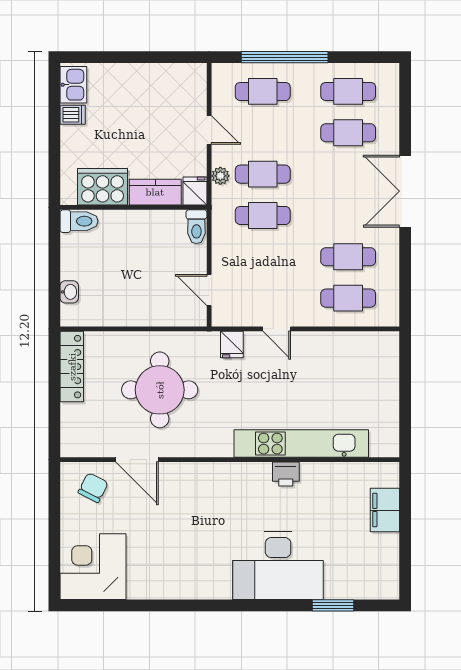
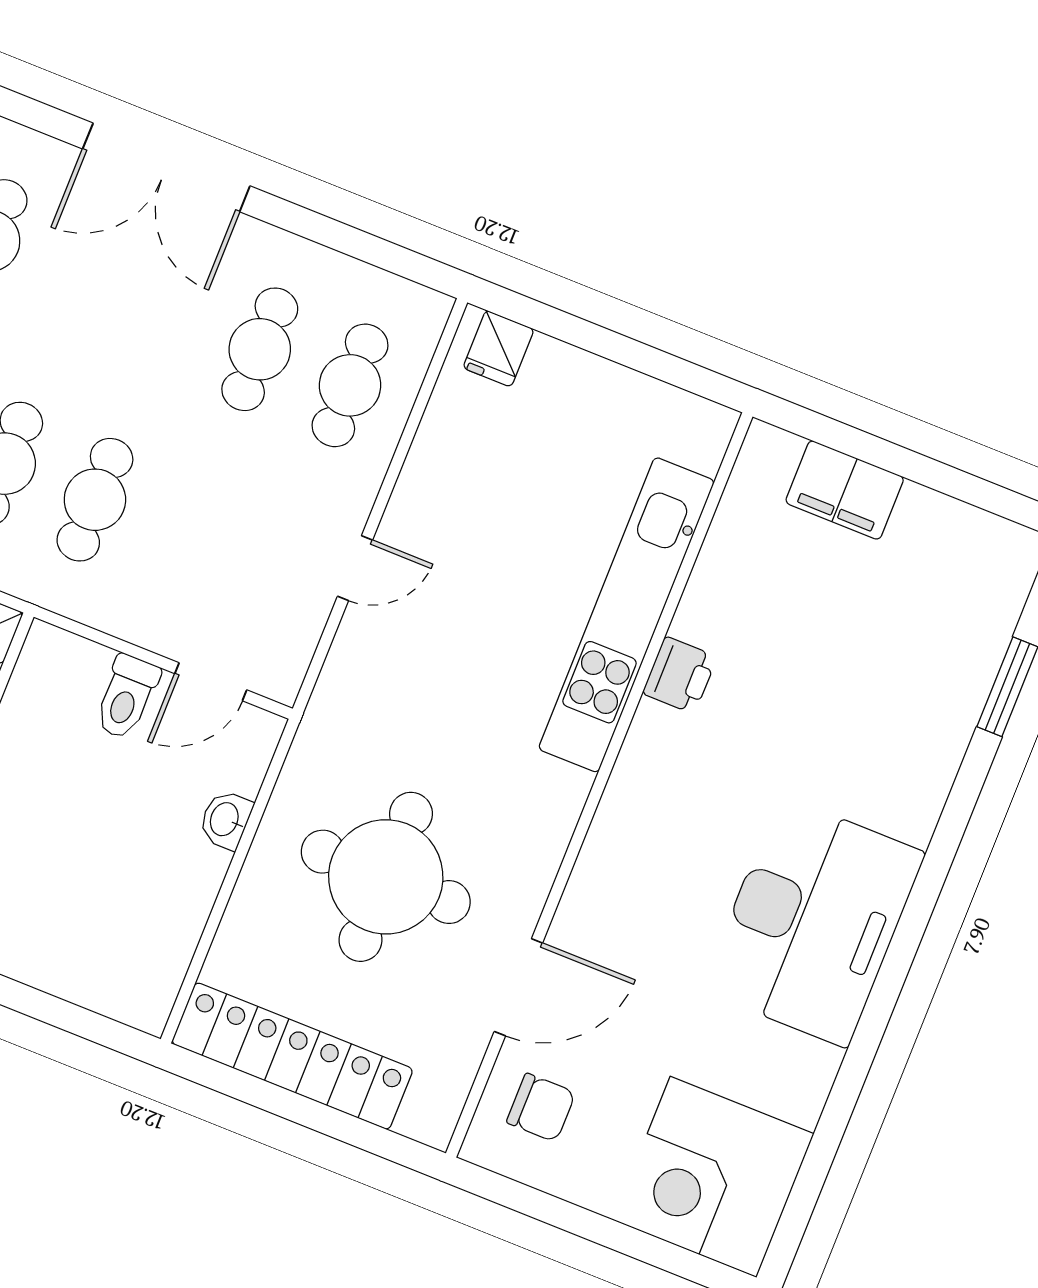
toilet: (196, 227) -> (126, 697), moved, turned 90
washbasin: (69, 292) -> (225, 820), moved, turned -90
fridge: (232, 345) -> (498, 349), moved, turned 90
locker: (72, 367) -> (292, 1056), width x1.41, depth x1.21
chair: (93, 488) -> (541, 1107), turned 153
desk: (278, 566) -> (813, 921), moved

